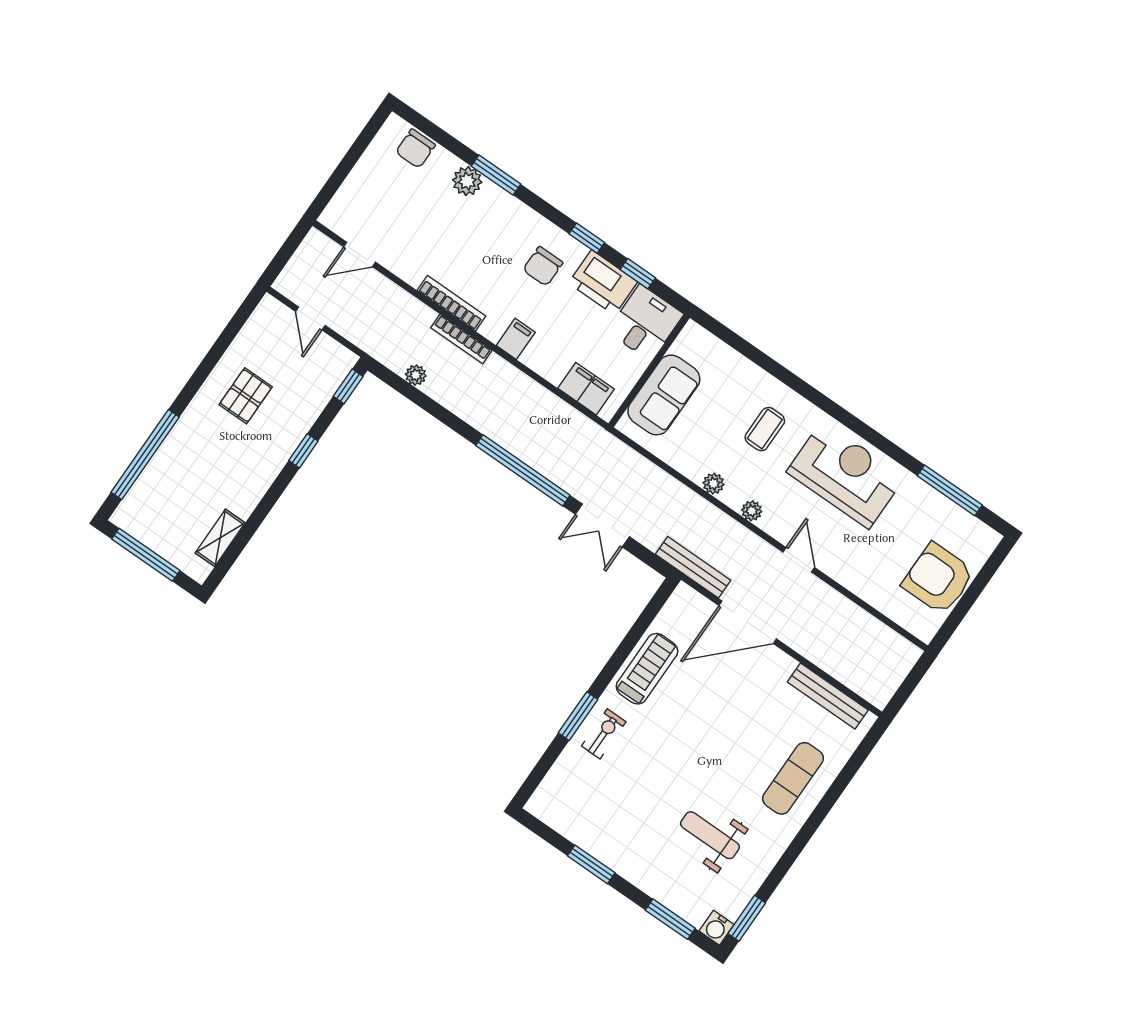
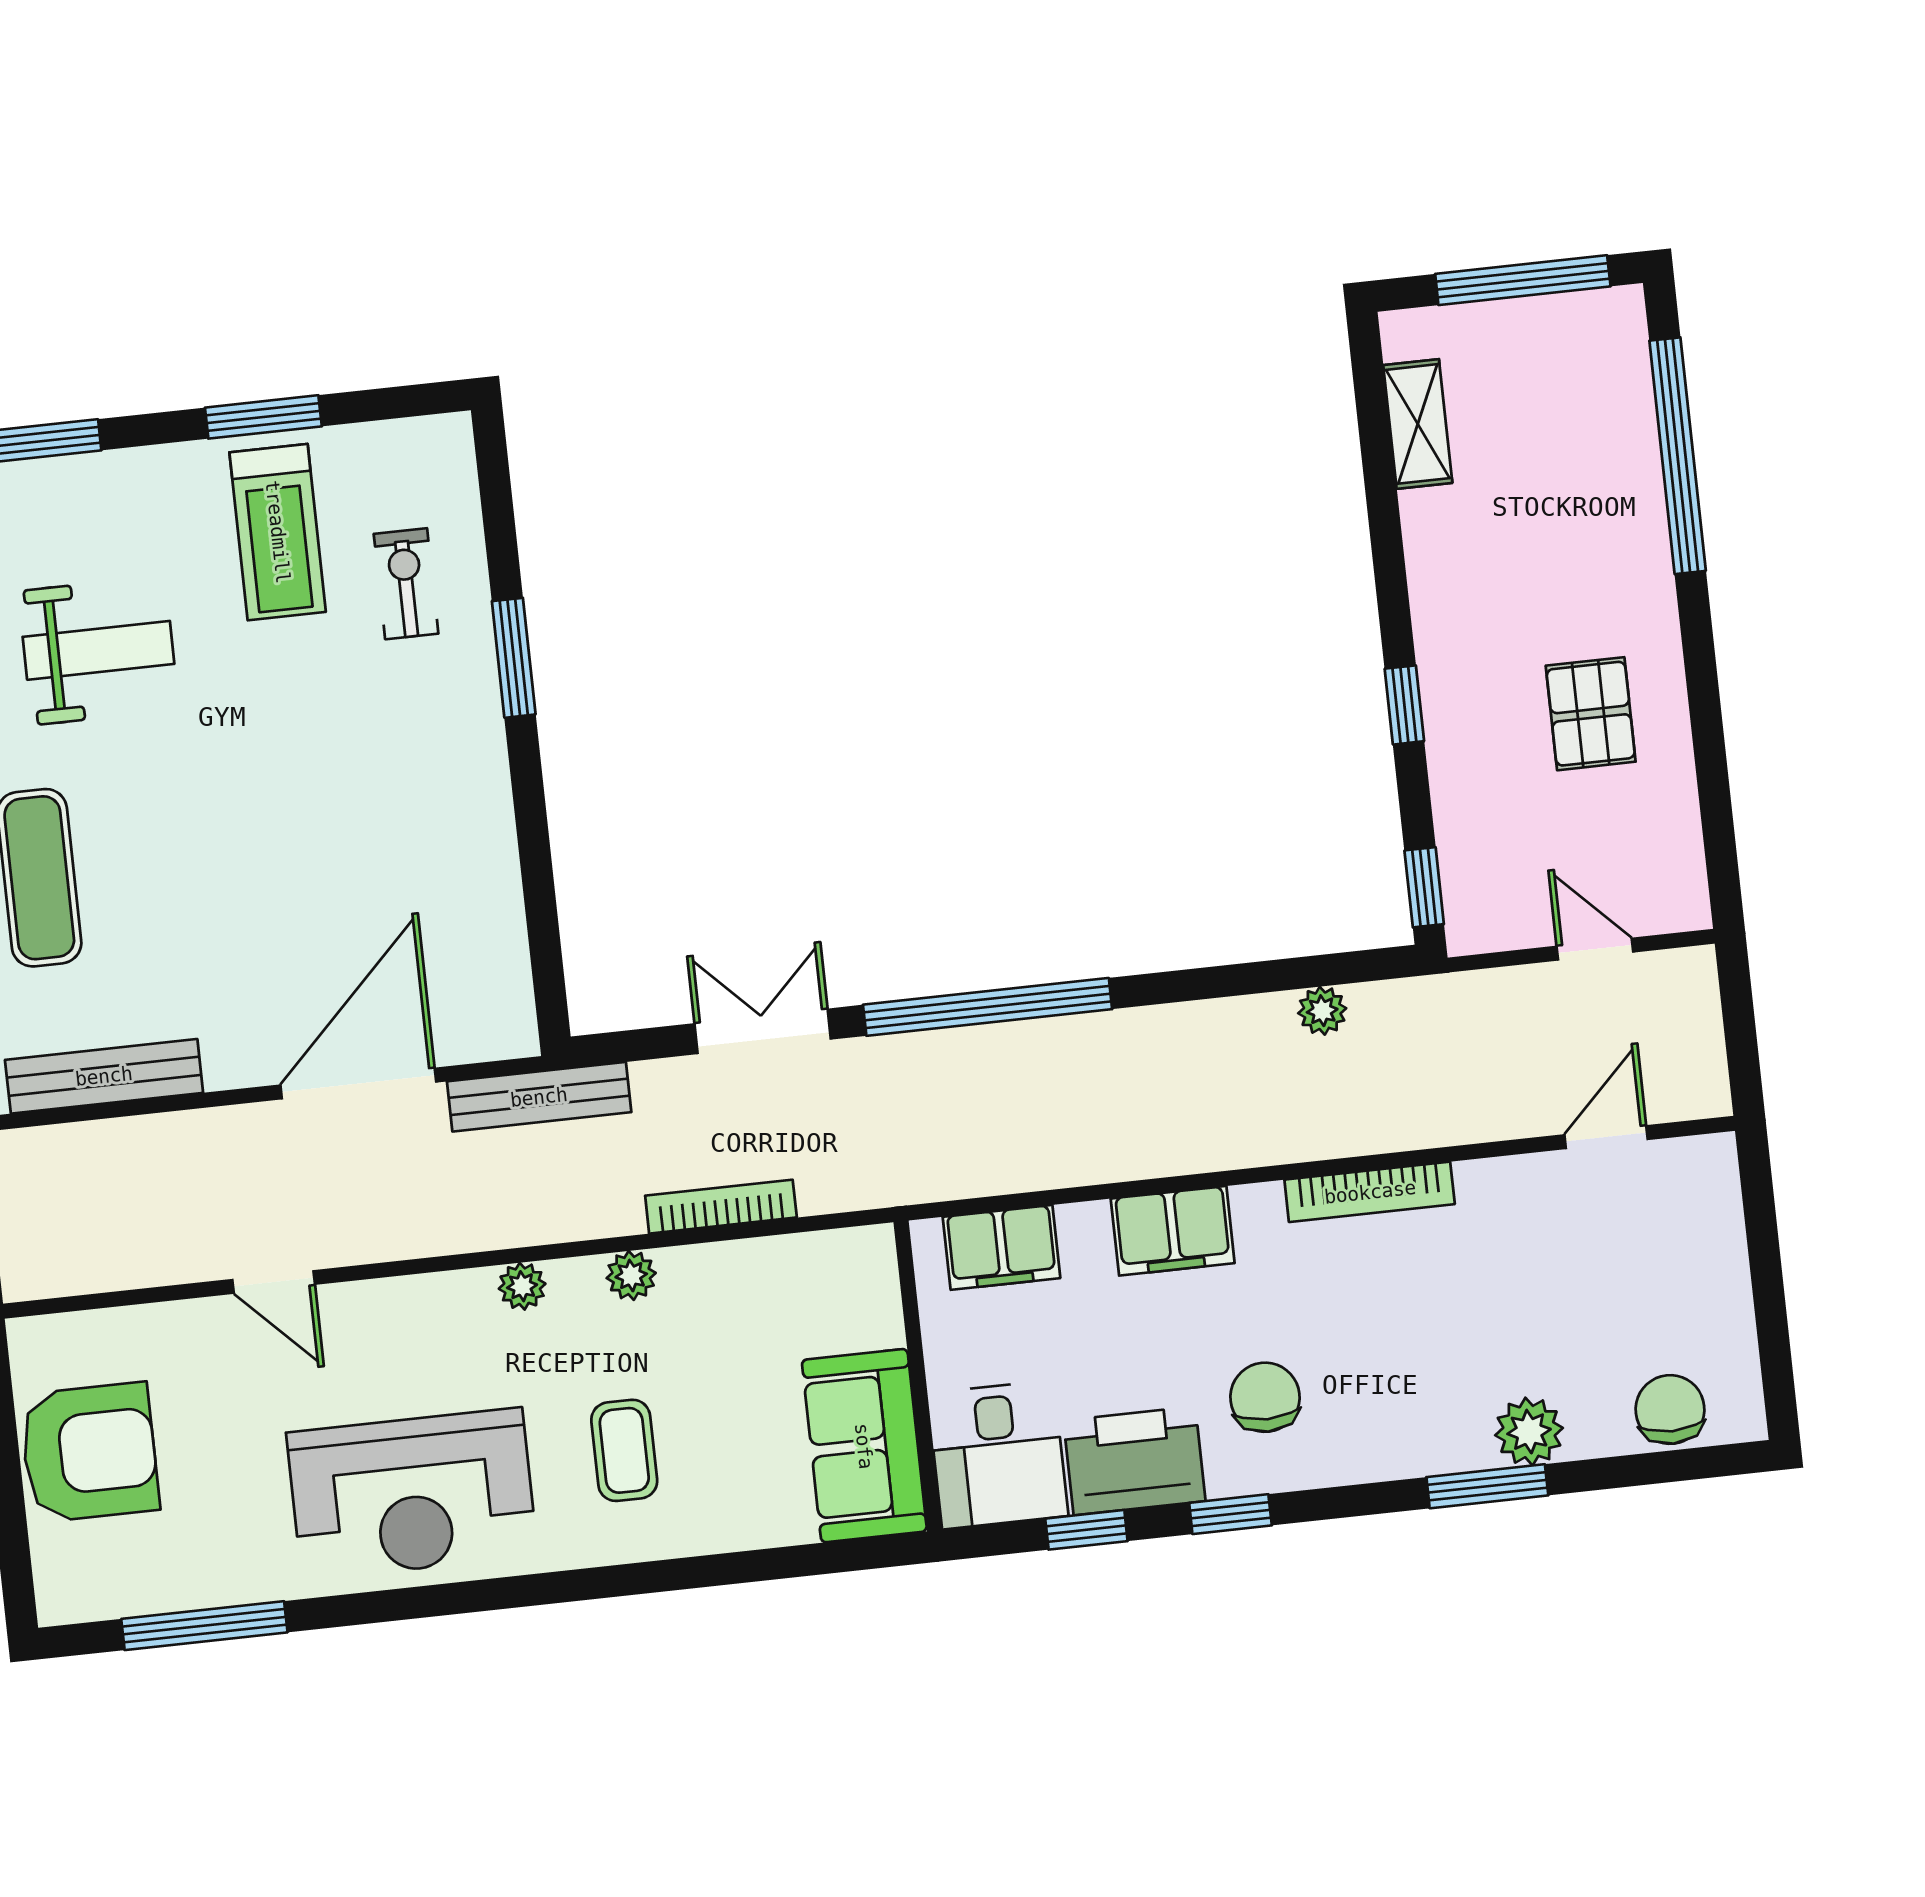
bookcase: (461, 339) -> (721, 1207), moved
filing cabinet: (516, 339) -> (1173, 1231), width x2.00
sofa: (664, 395) -> (864, 1446), moved
door: (799, 560) -> (274, 1282), moved
treadmill: (647, 669) -> (278, 532), moved
exercise bike: (604, 734) -> (406, 584), moved, turned 180

